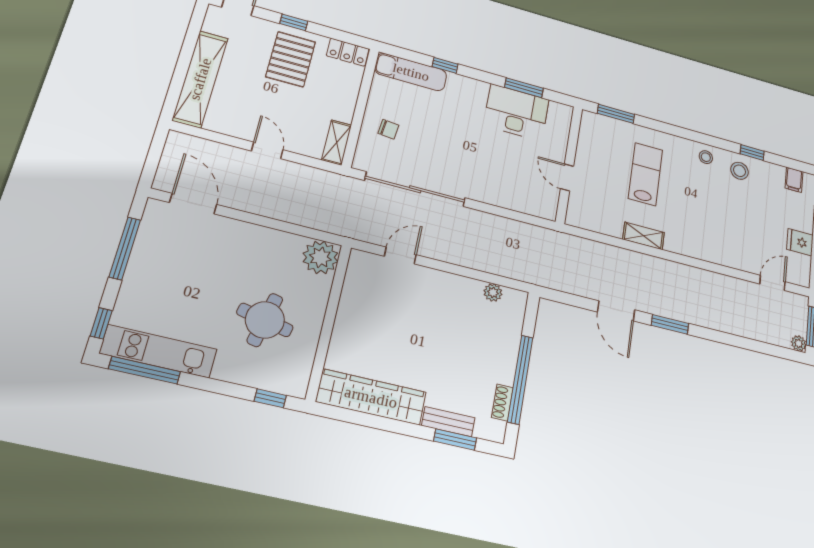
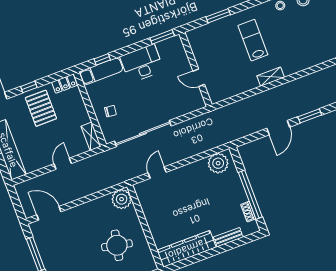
window: (445, 65) -> (102, 59), moved
desk: (516, 112) -> (142, 63), moved
door: (267, 150) -> (63, 164), hinge flipped
wall: (569, 164) -> (196, 69), moved
door: (567, 177) -> (199, 78), moved
plant: (493, 292) -> (218, 163), width x1.87, depth x1.87
door: (616, 311) -> (278, 128), hinge flipped
window: (455, 440) -> (236, 243), removed

